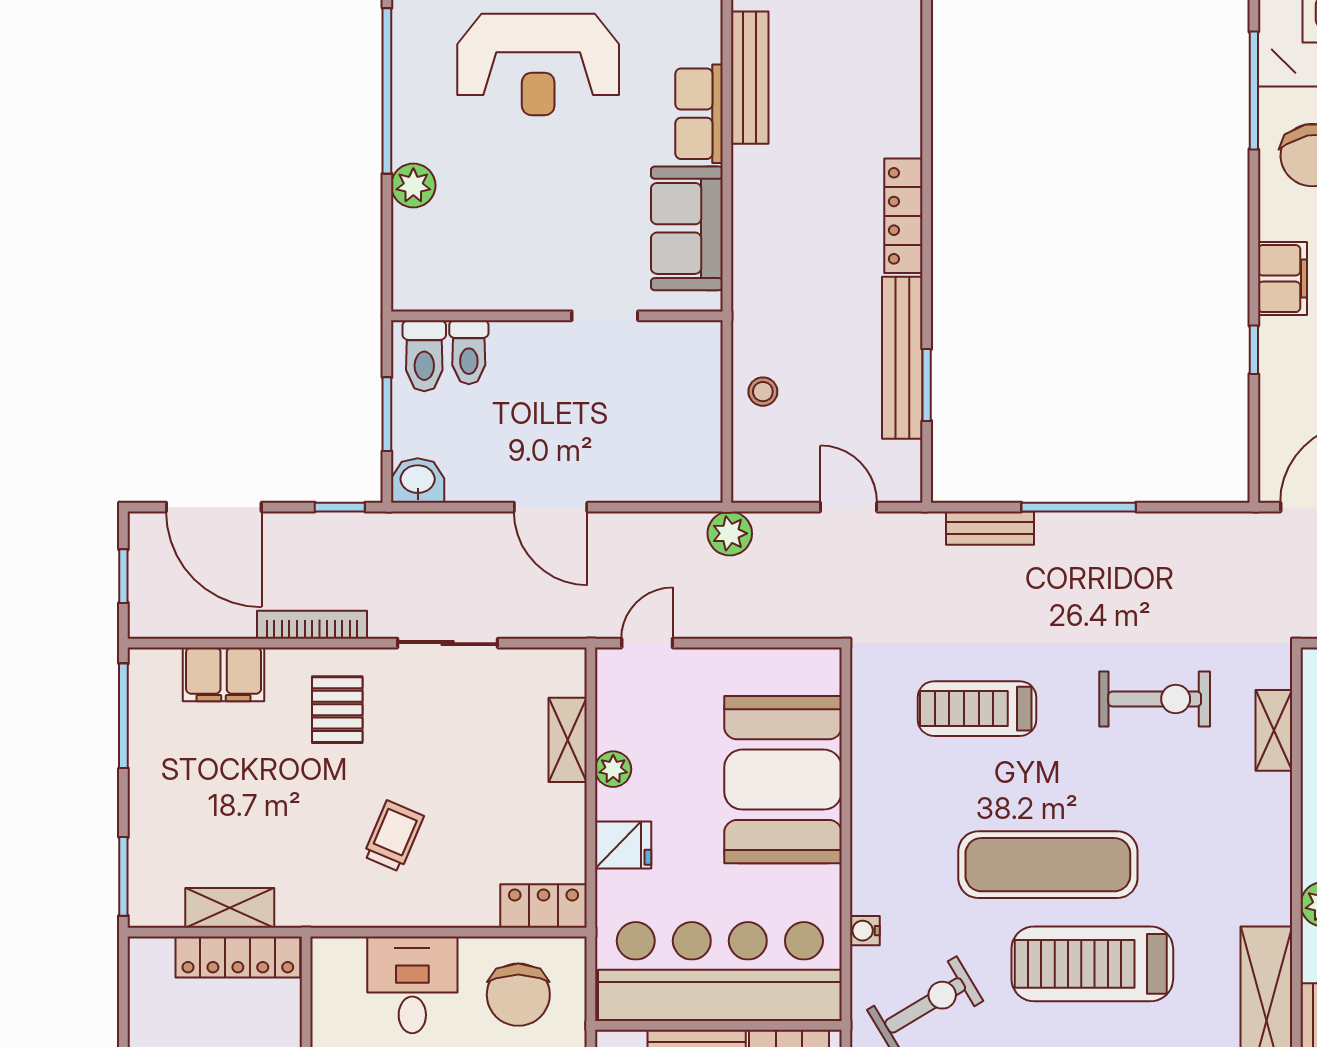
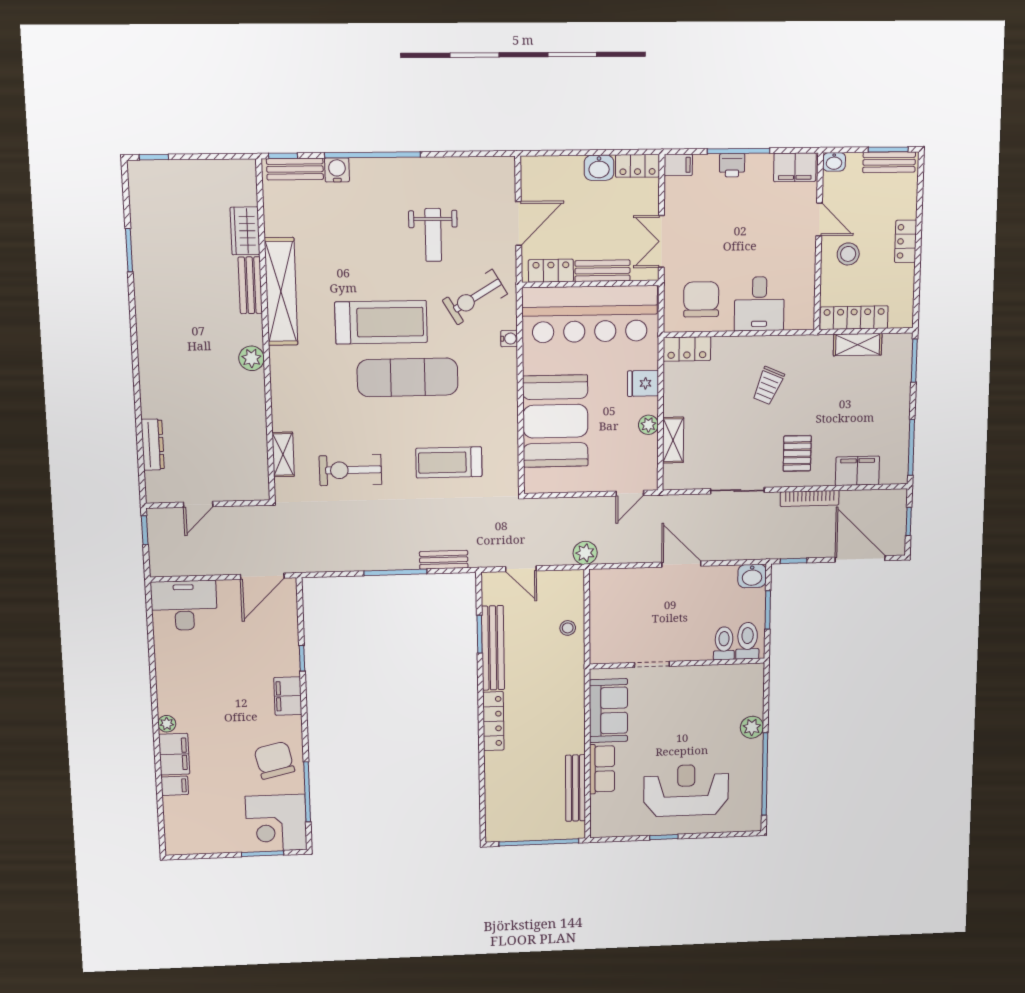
treadmill: (977, 709) -> (449, 462), turned 180

